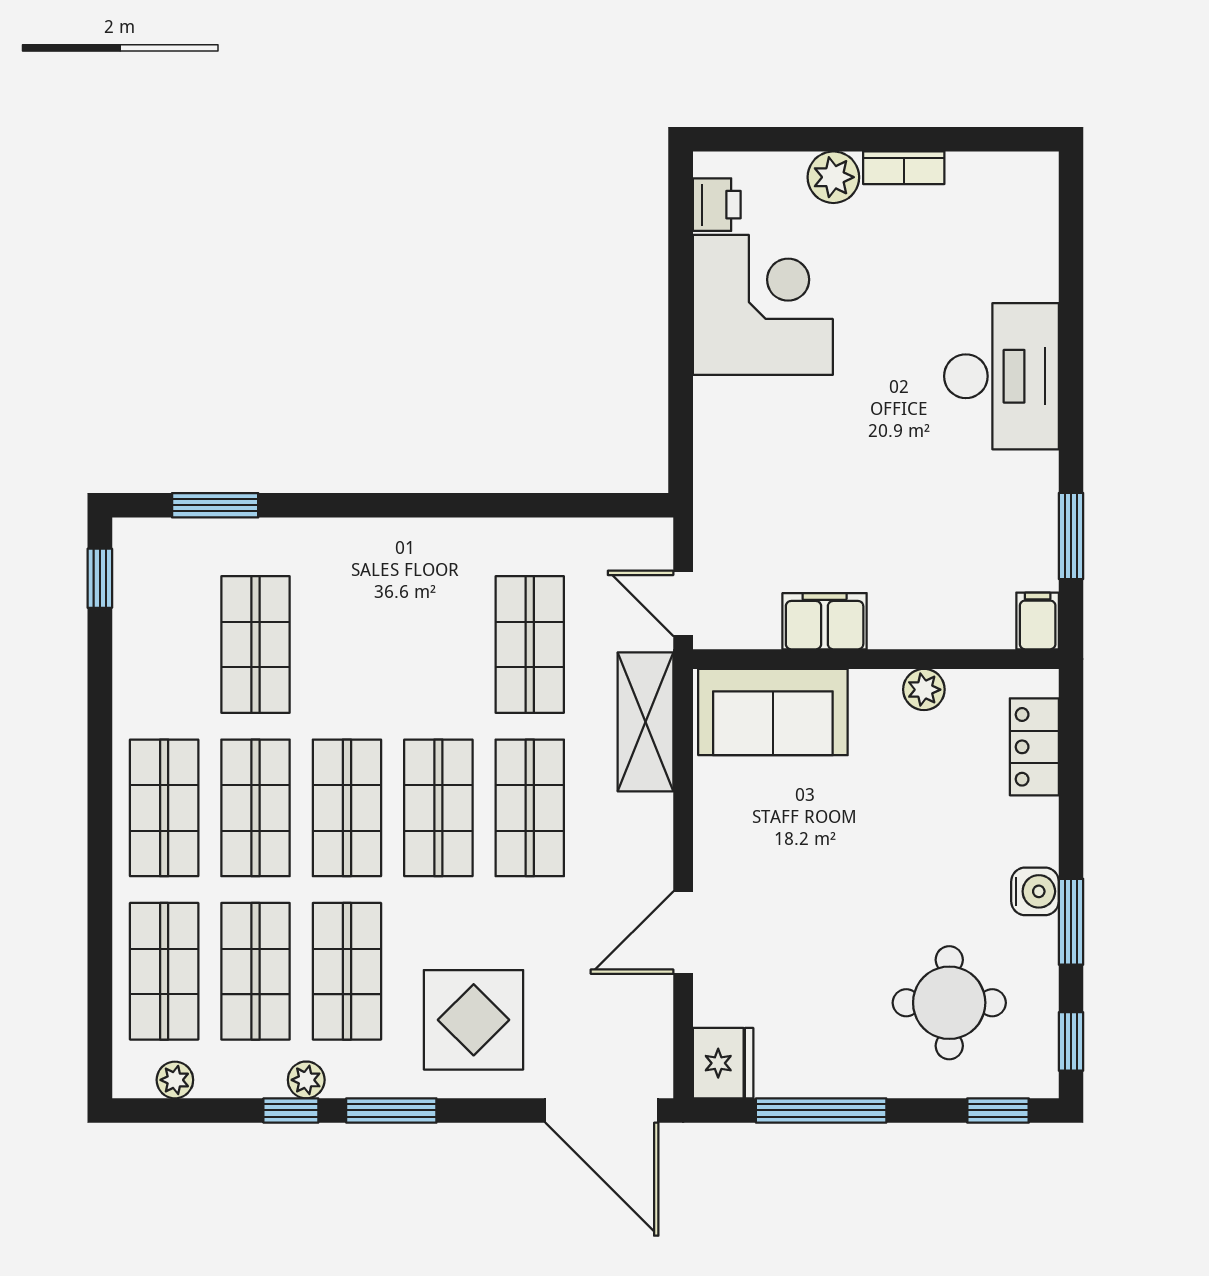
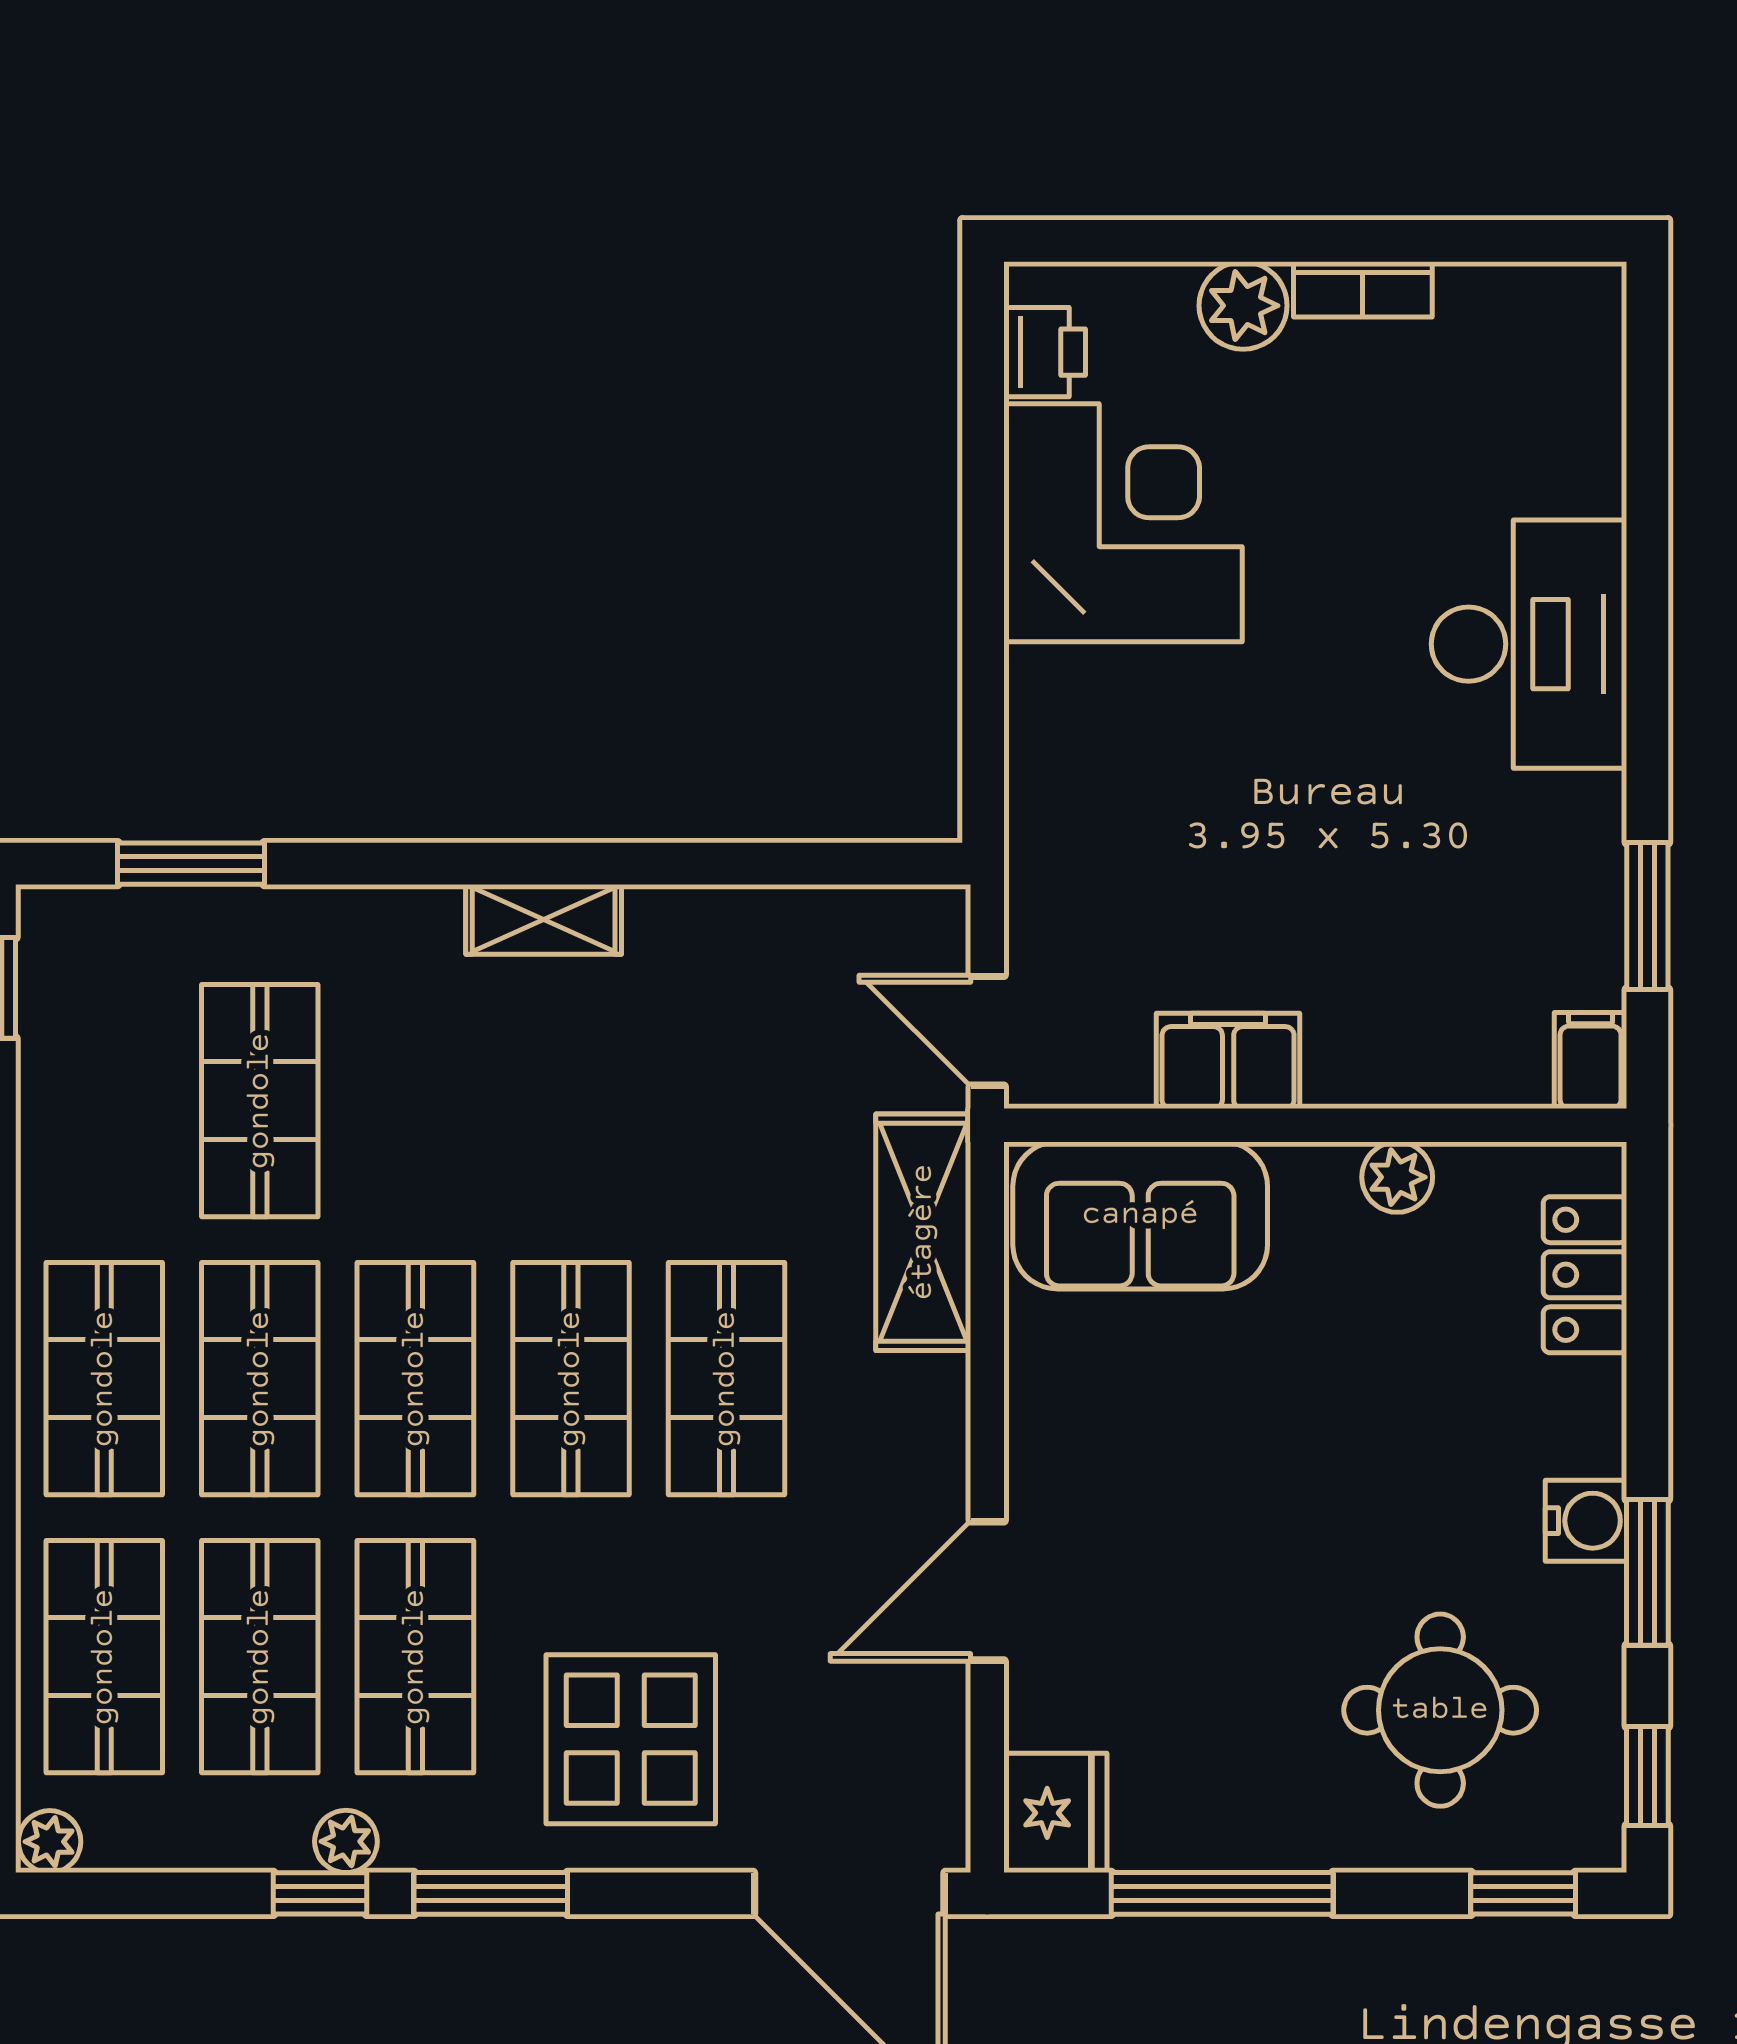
shelving: (422, 538) -> (544, 919), added
shop shelf: (530, 644) -> (726, 1101), removed
plant: (175, 1080) -> (50, 1842), moved

